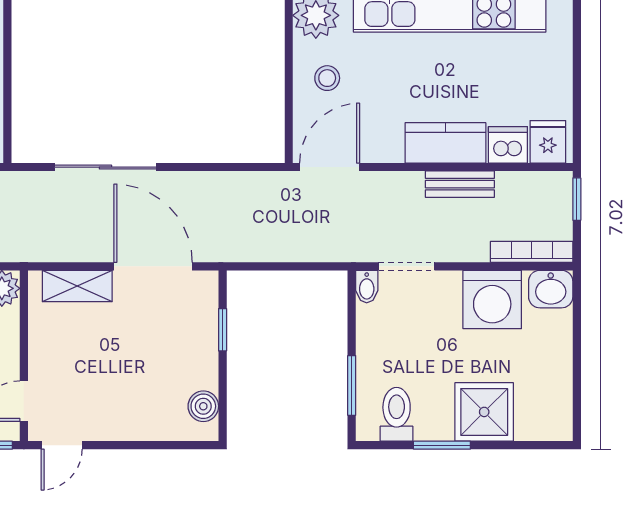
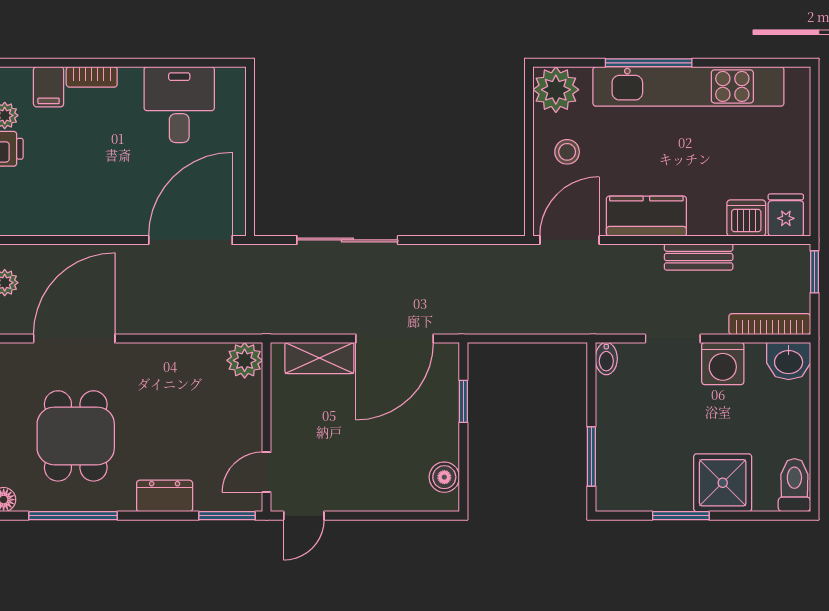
kitchen counter: (445, 143) -> (646, 216), moved
door: (153, 266) -> (395, 338), swing flipped
doorway: (407, 266) -> (673, 338), moved
washing machine: (492, 300) -> (723, 363), width x0.73, depth x0.73
toilet: (397, 414) -> (794, 485), moved

